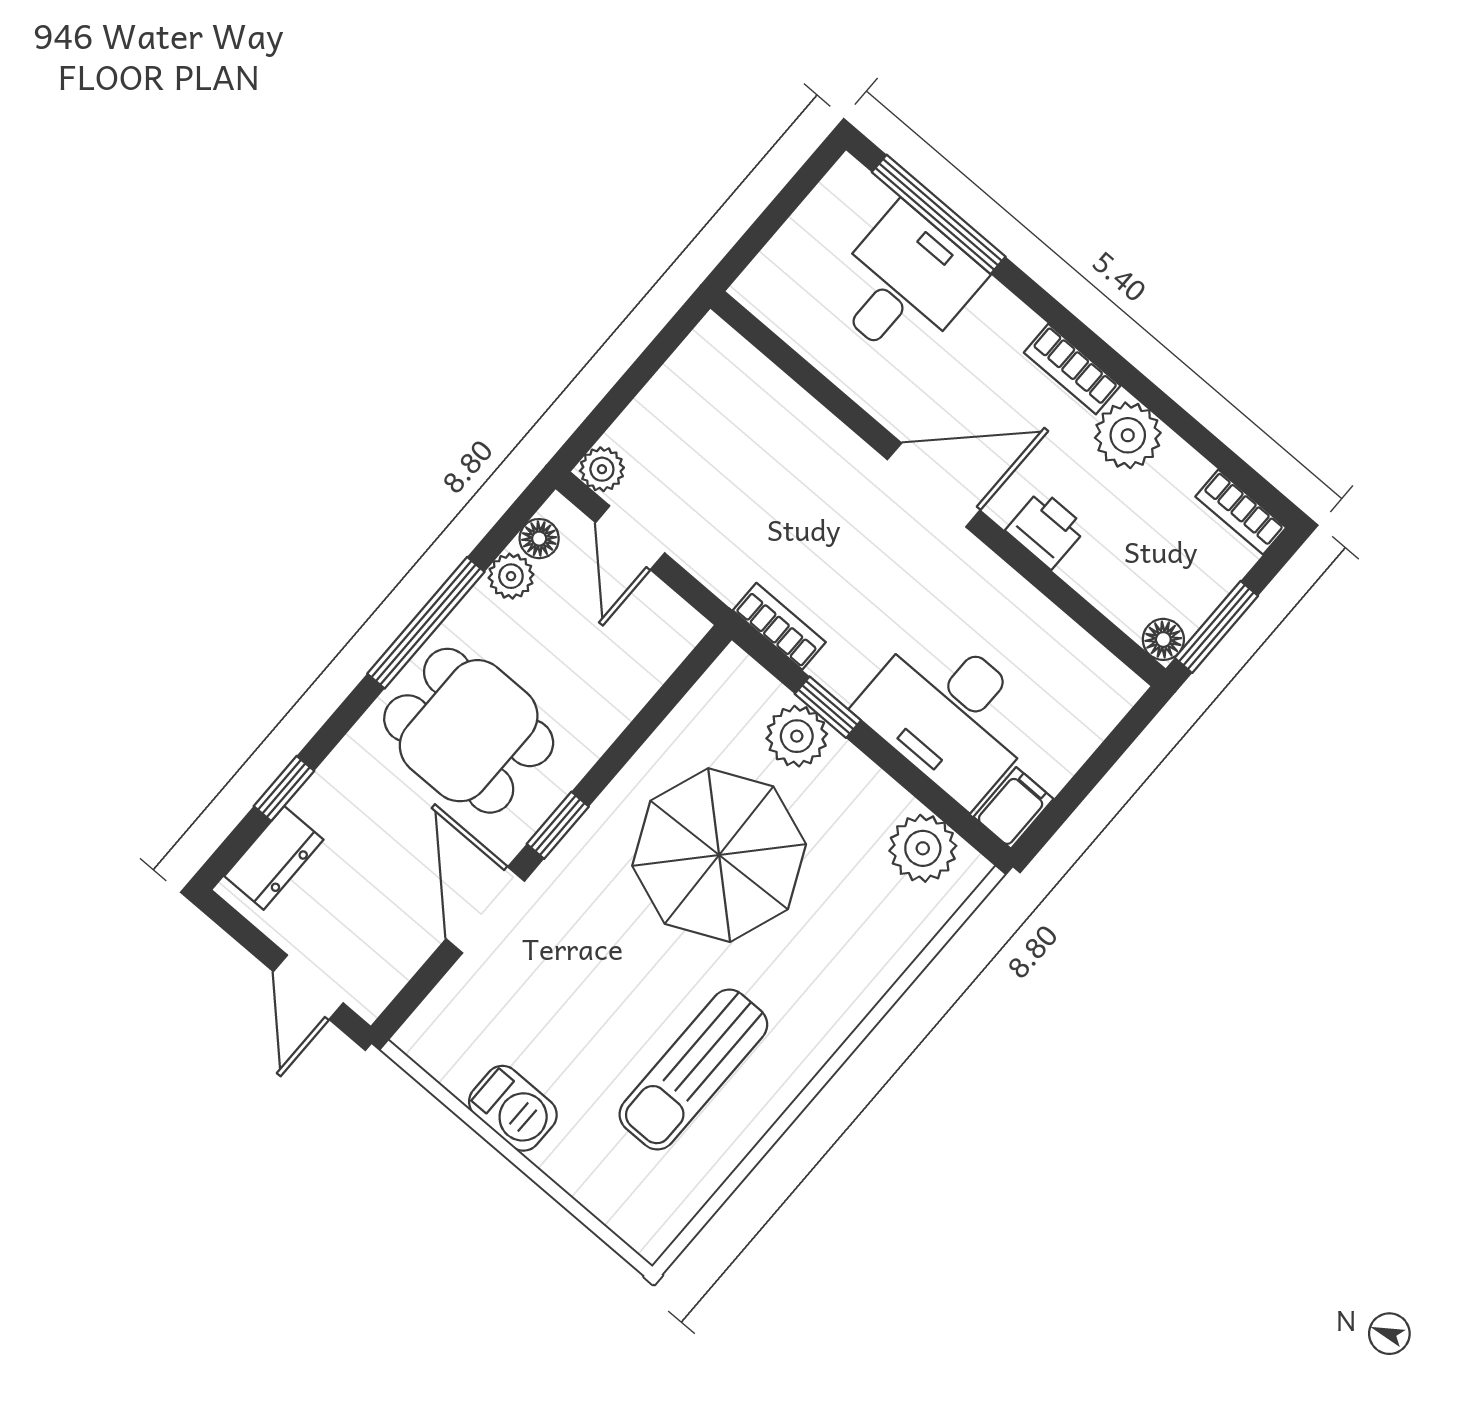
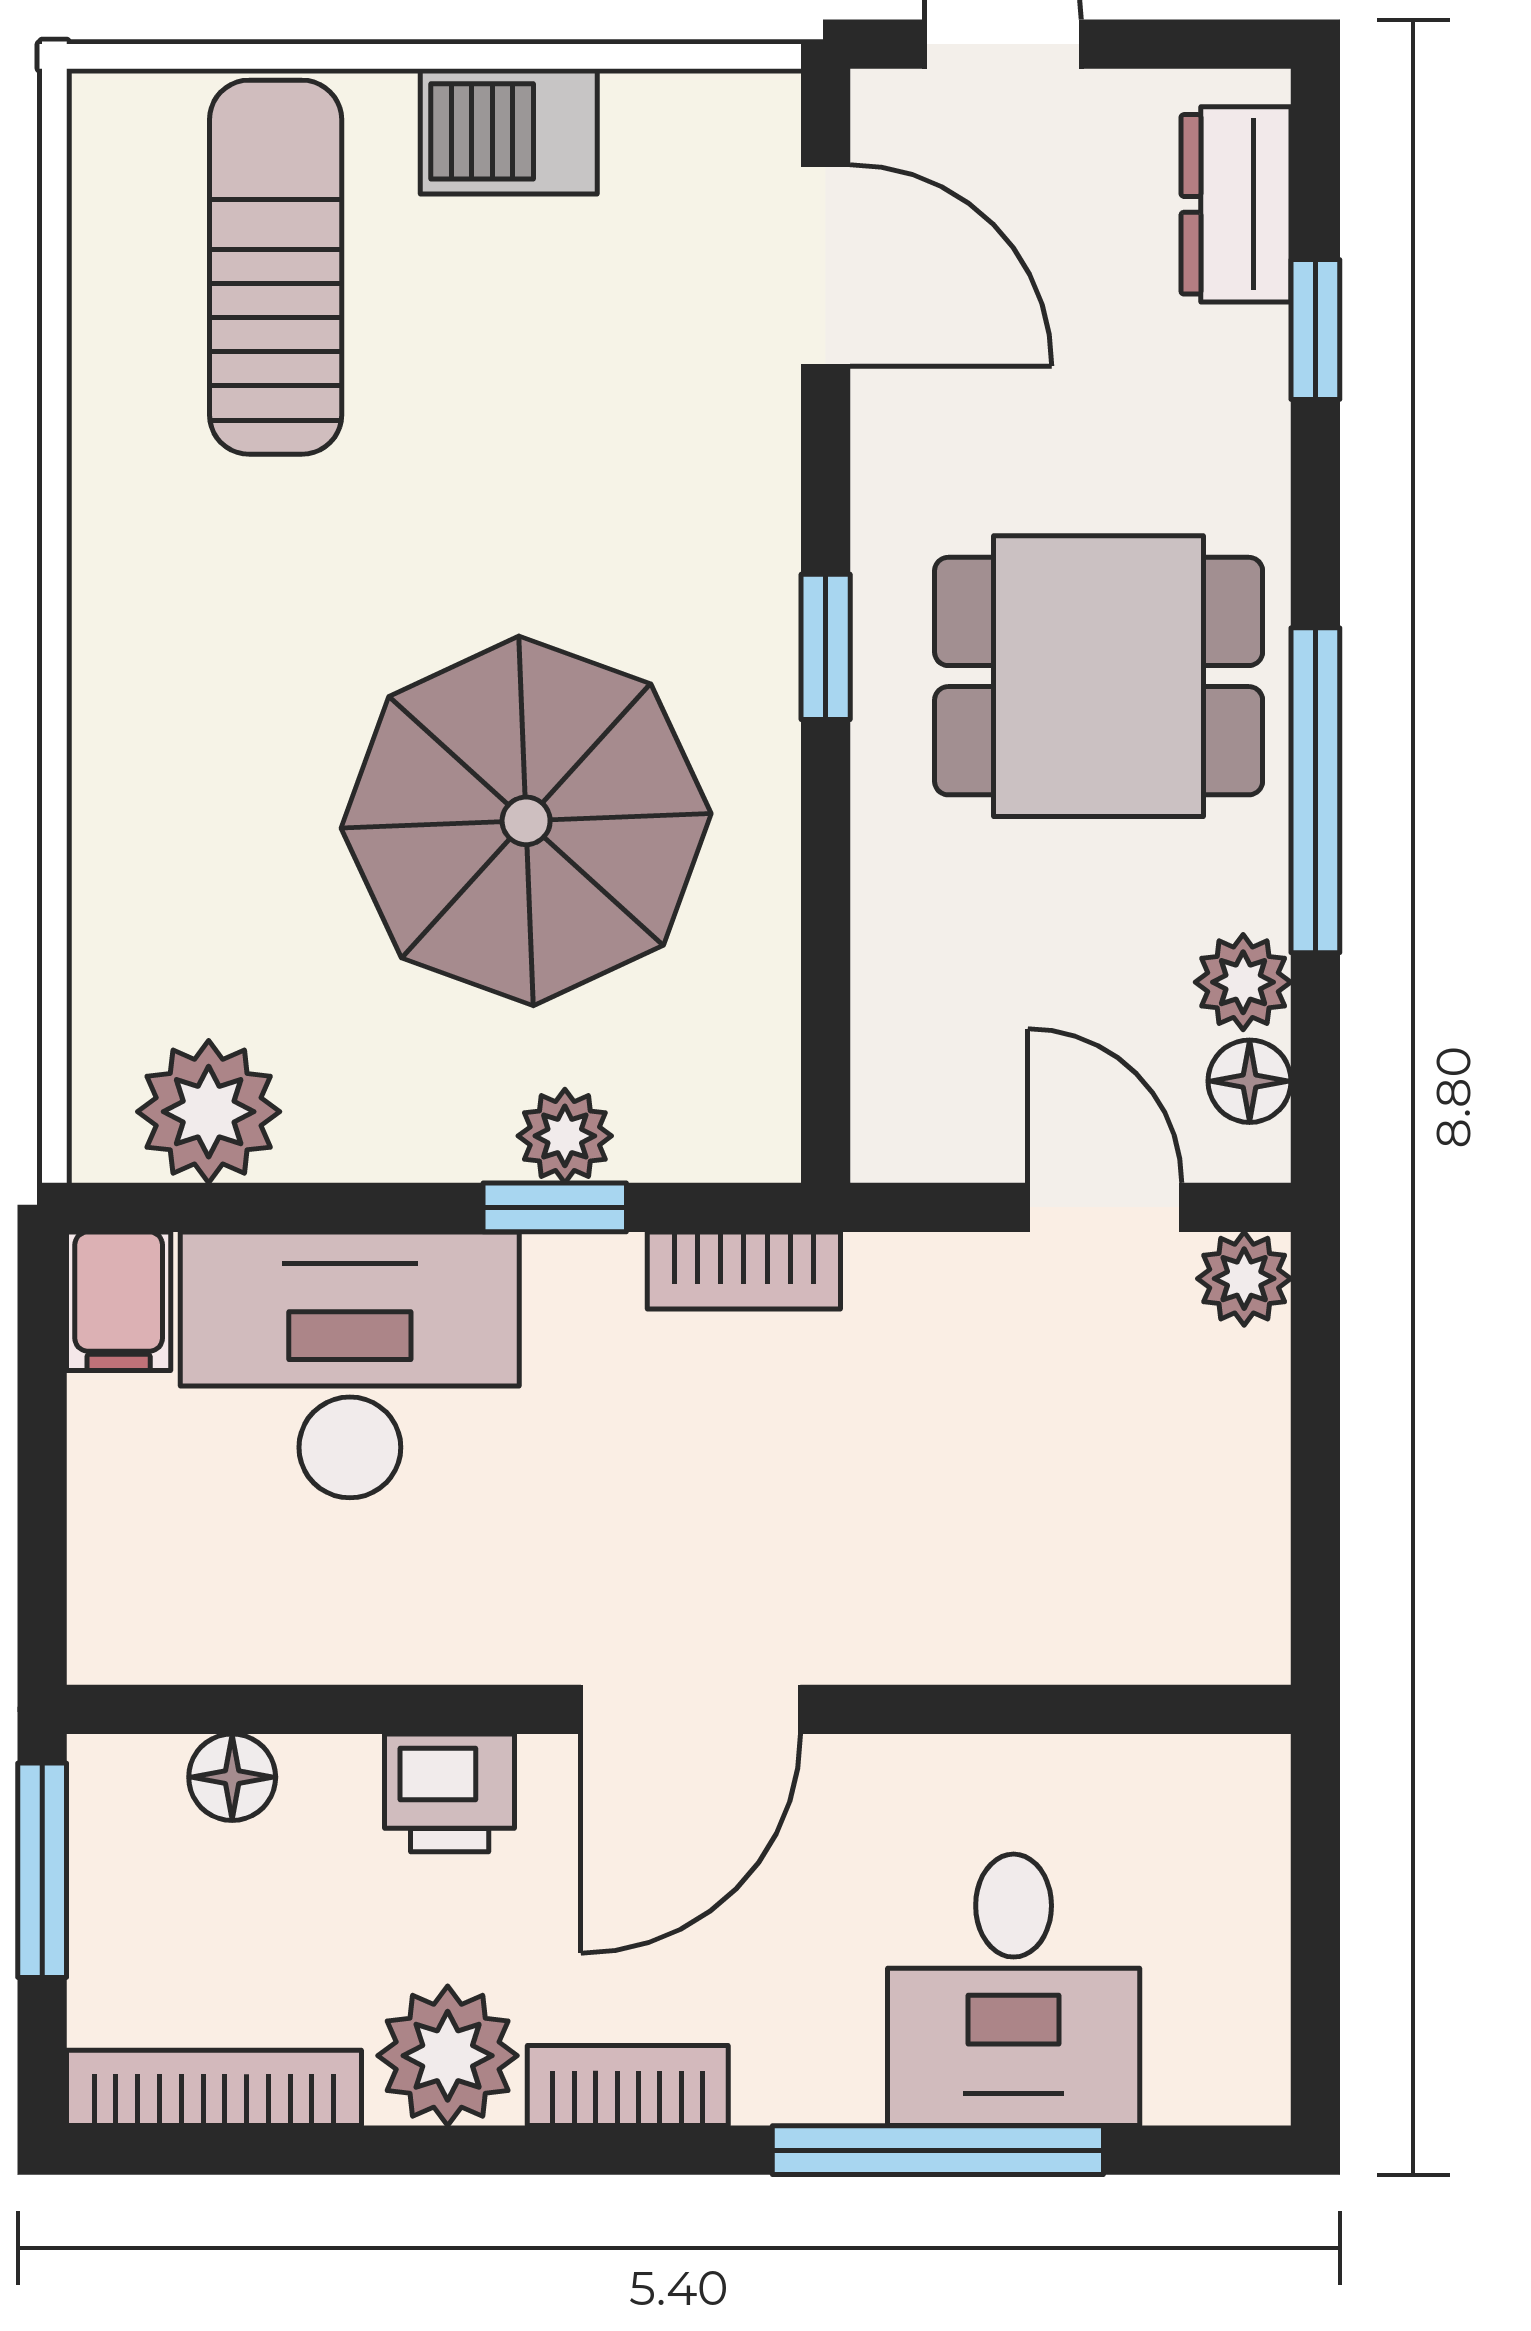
window: (939, 214) -> (938, 2150), moved
bookcase: (1241, 512) -> (214, 2088), width x1.56
floor lamp: (1163, 639) -> (232, 1777), moved
plant: (797, 736) -> (565, 1136), width x0.73, depth x0.73
door: (485, 910) -> (826, 265), moved
sun lounger: (693, 1070) -> (276, 267), moved

